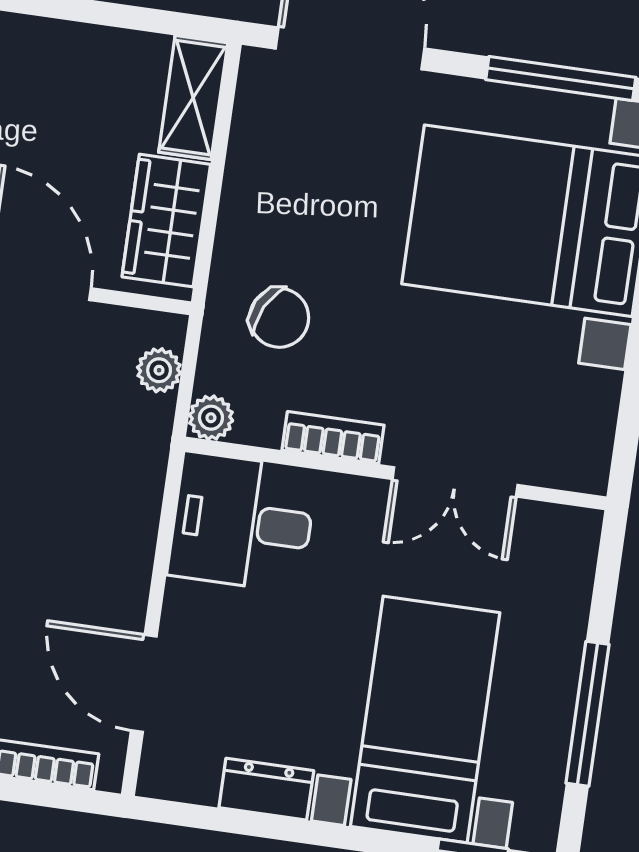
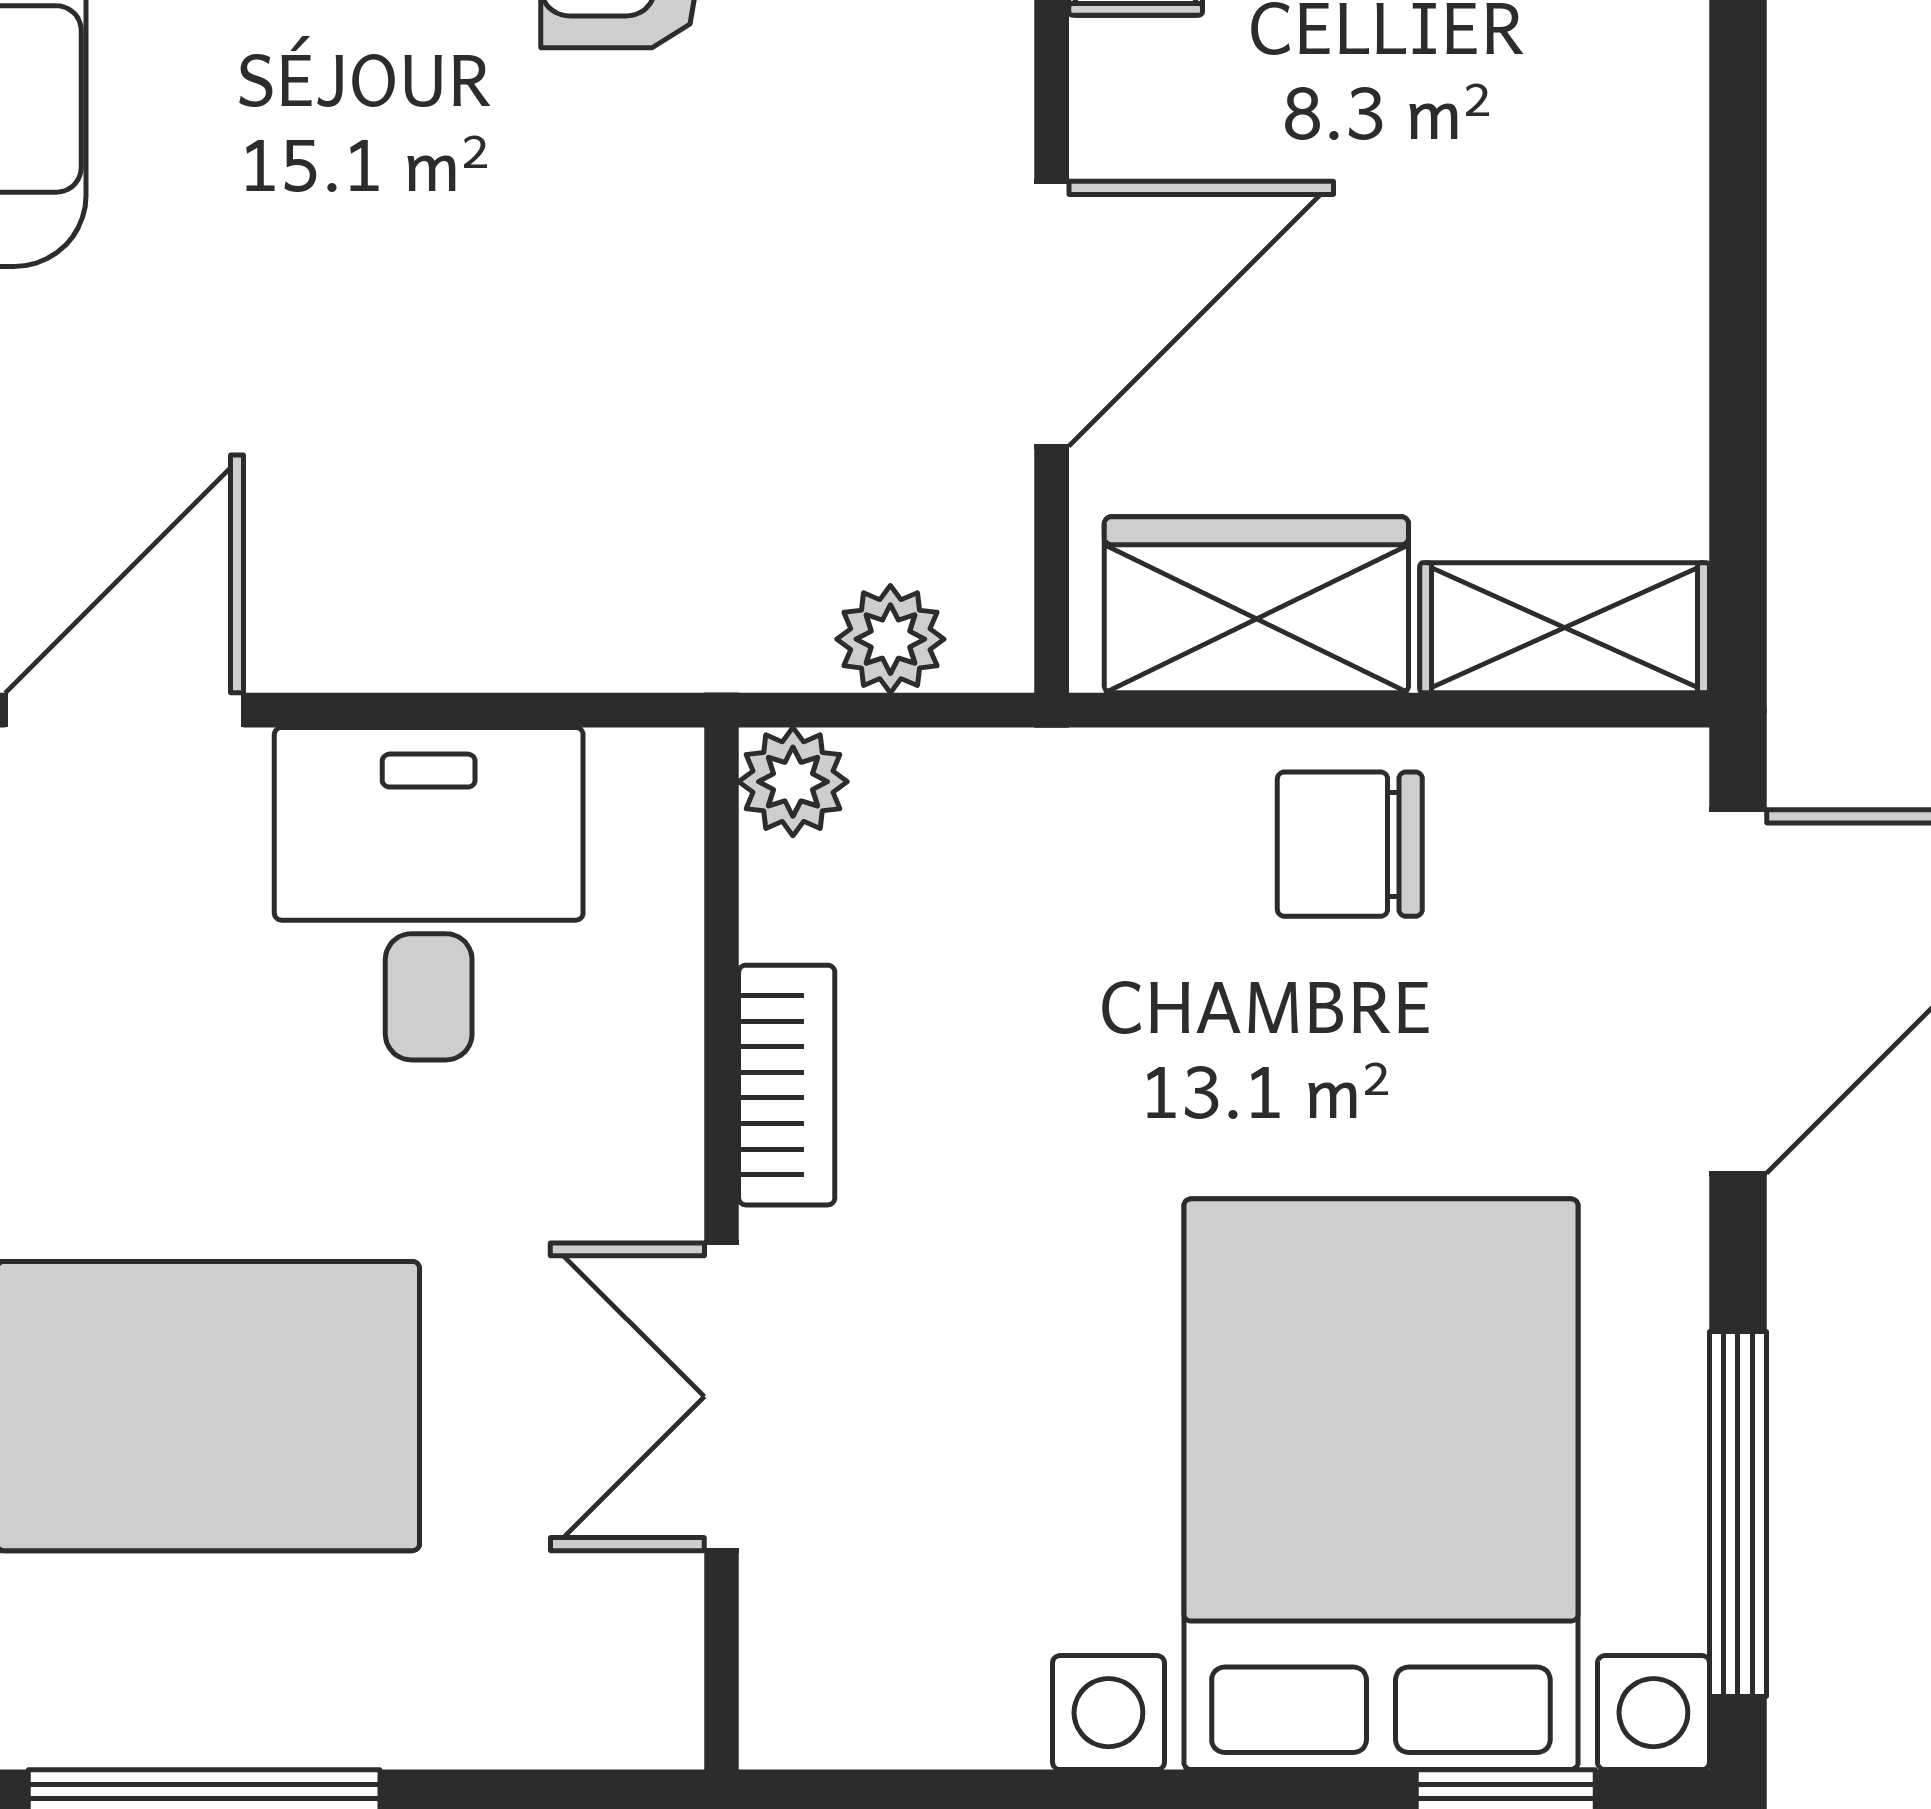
chair: (279, 318) -> (1350, 844), moved, turned 63
desk: (242, 522) -> (429, 894), moved

